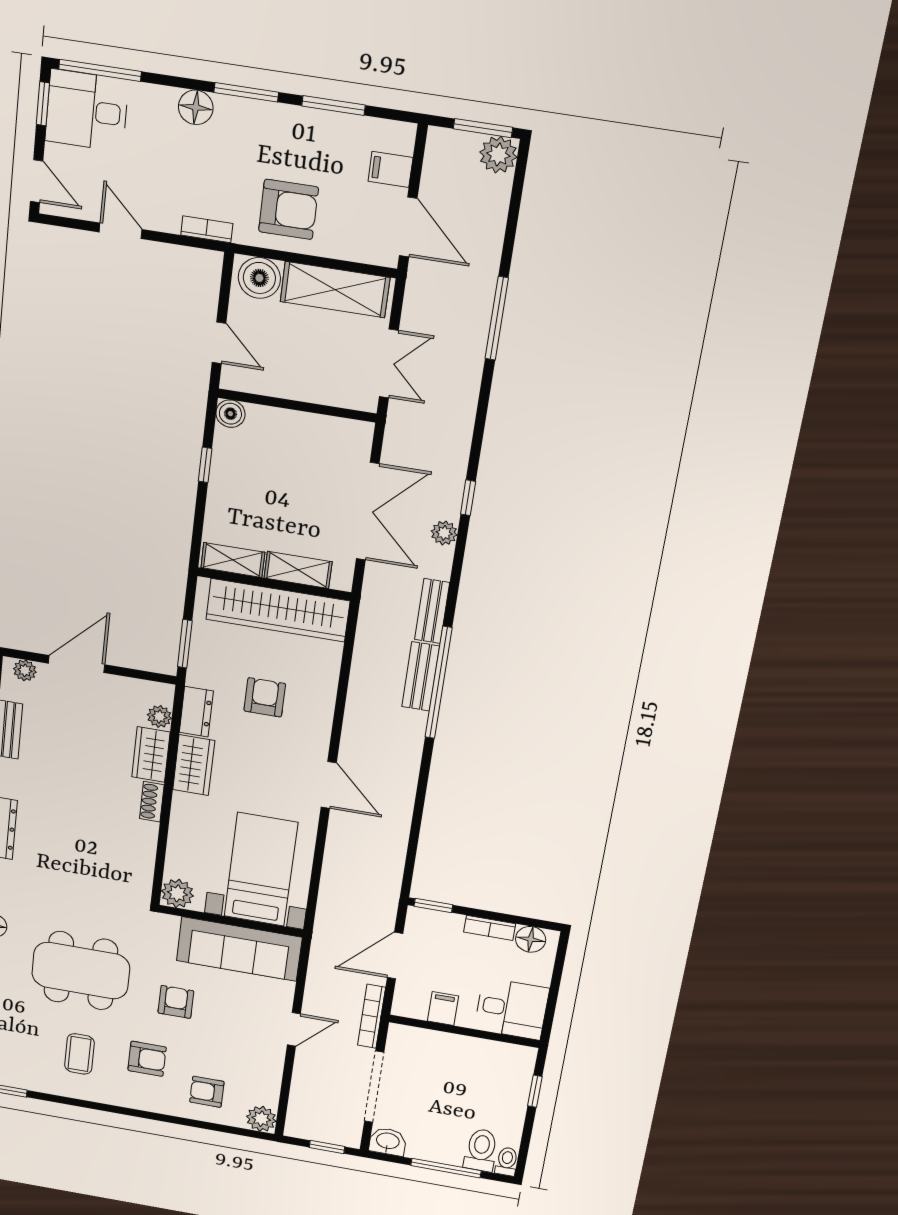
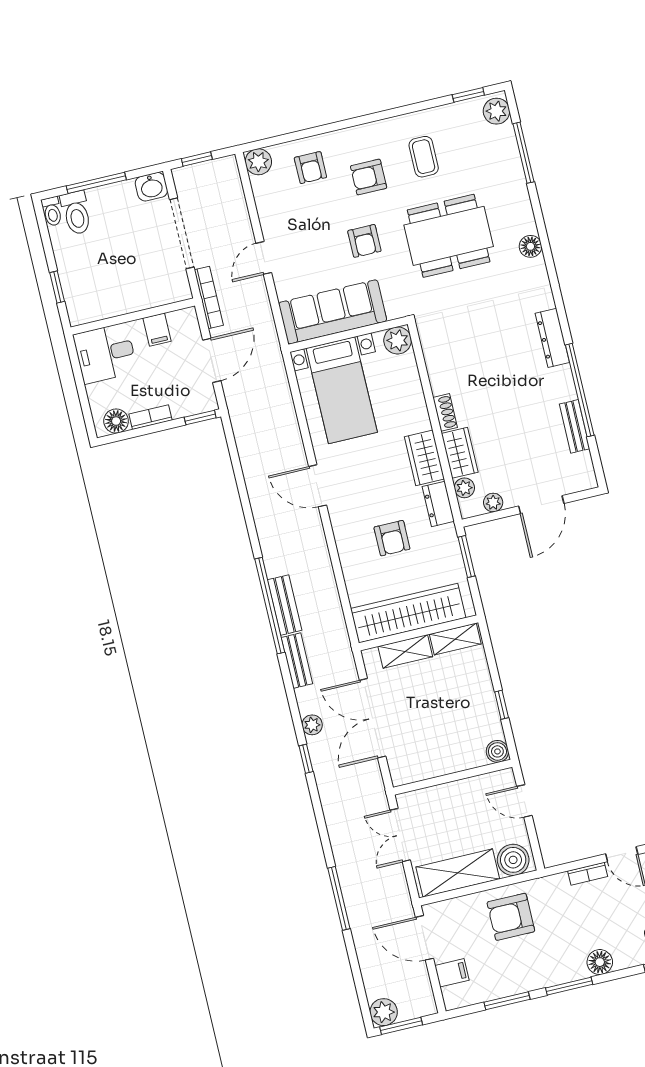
bookcase: (207, 229) -> (588, 874), moved
plant: (25, 670) -> (493, 502), moved
armchair: (207, 1092) -> (310, 168), turned 90

